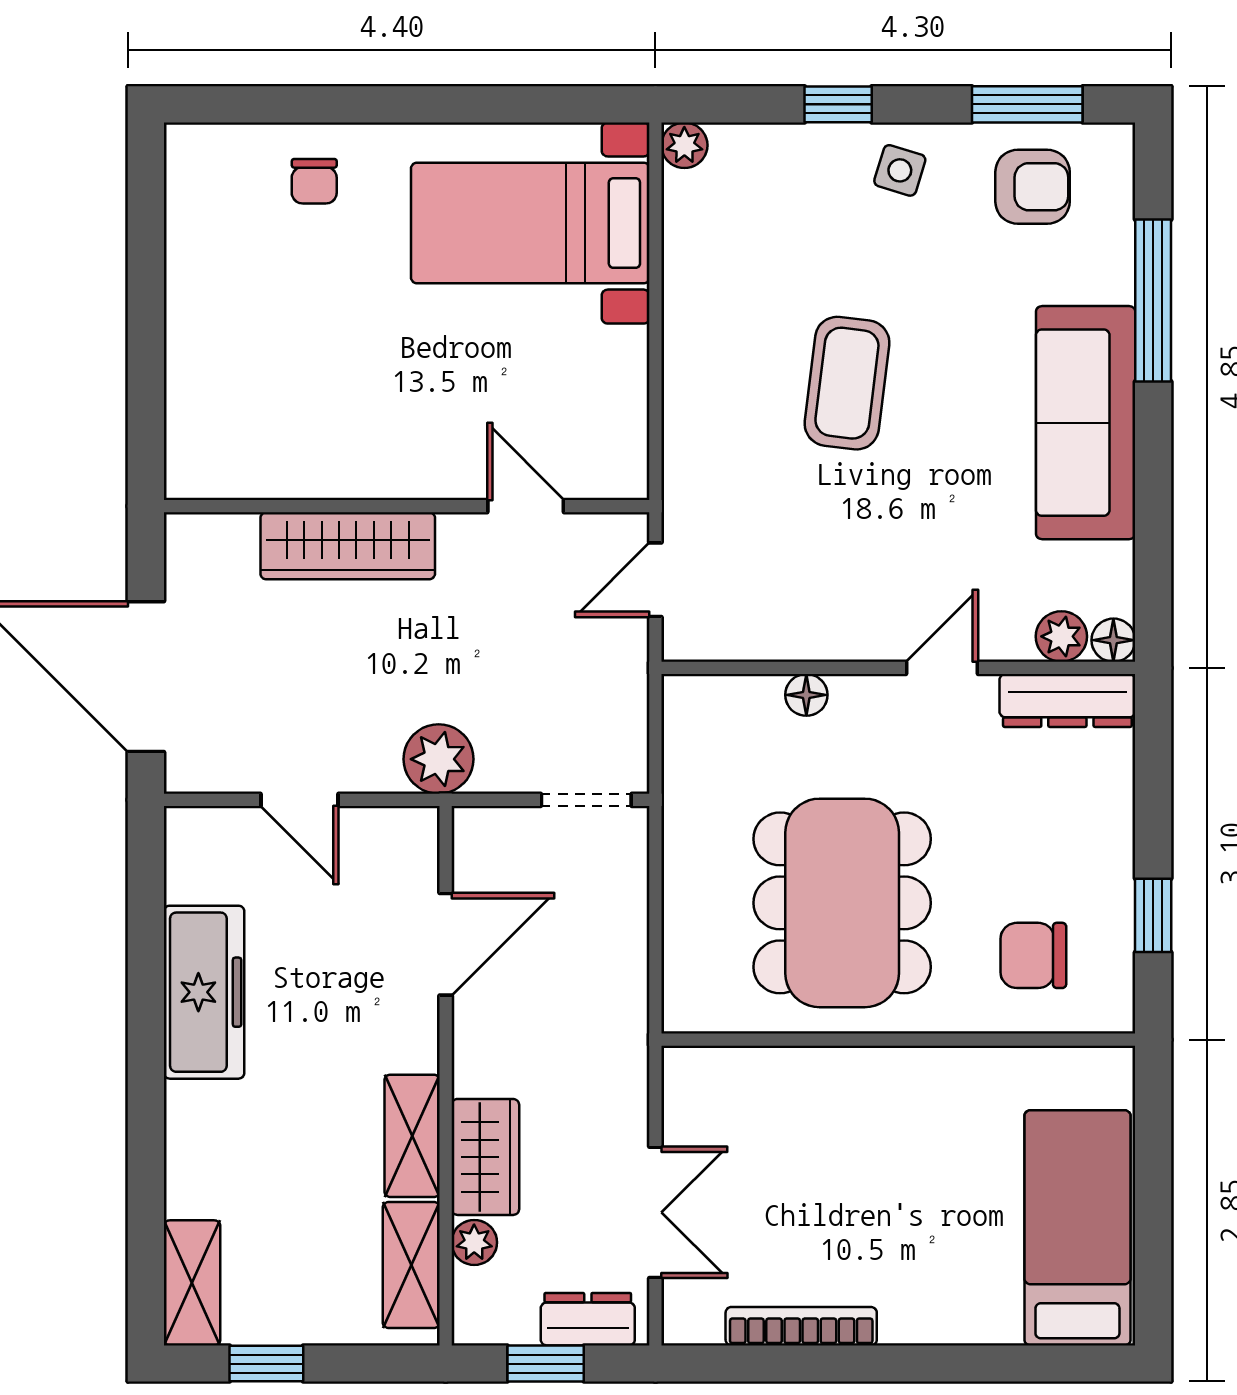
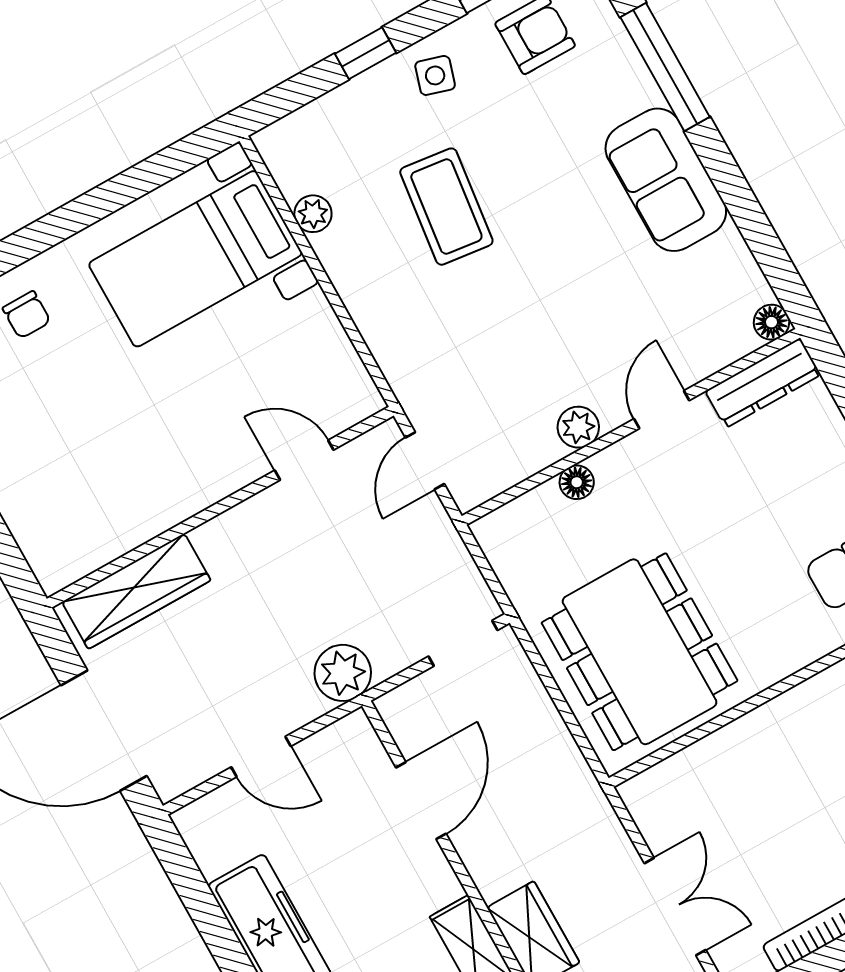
plant: (684, 145) -> (313, 214), moved
coffee table: (847, 383) -> (446, 207), moved
sofa: (1086, 423) -> (666, 180), width x0.73
wardrobe: (348, 546) -> (136, 591), moved
plant: (1061, 636) -> (578, 427), moved
dining table: (842, 903) -> (640, 652), moved

